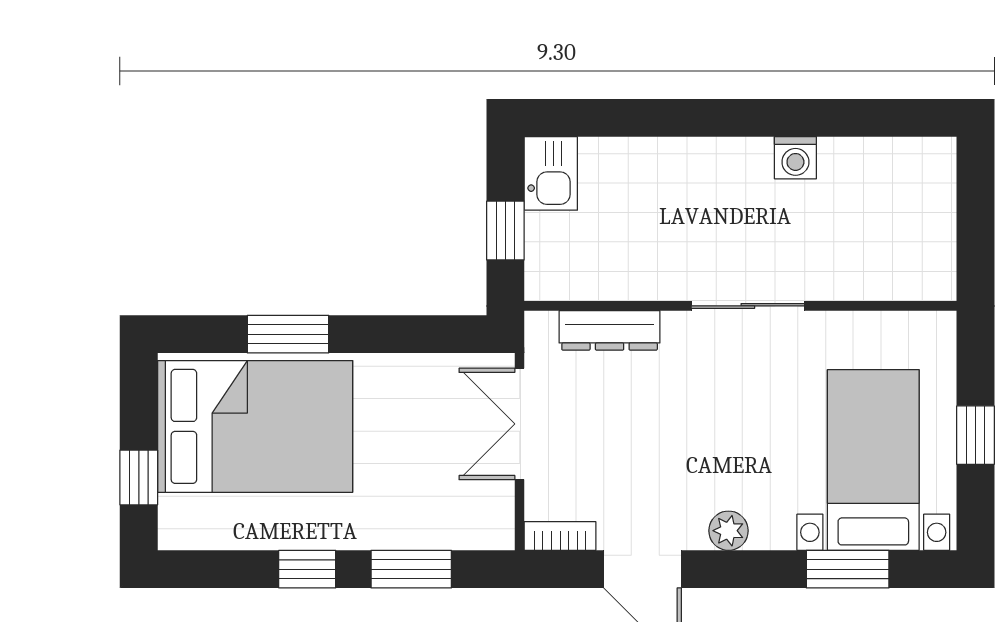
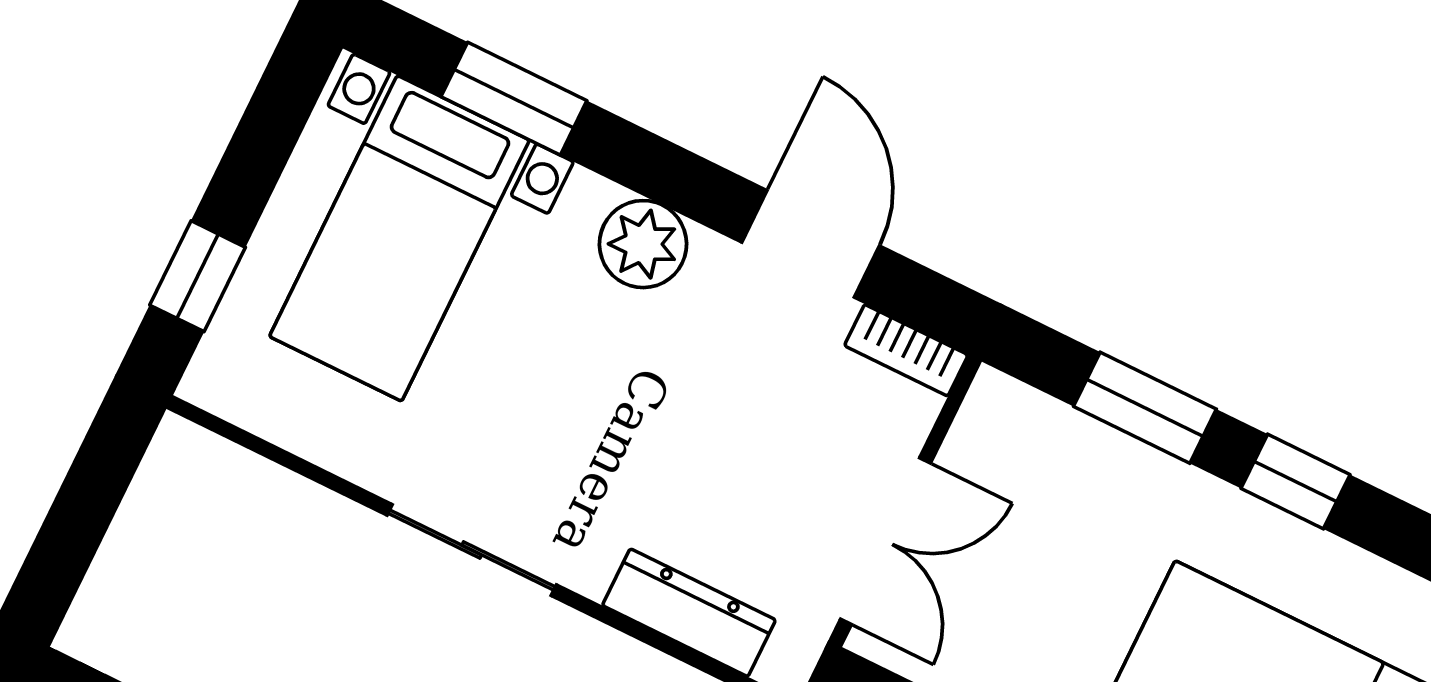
window: (975, 435) -> (198, 276), moved
plant: (729, 531) -> (643, 244), width x1.38, depth x1.38

